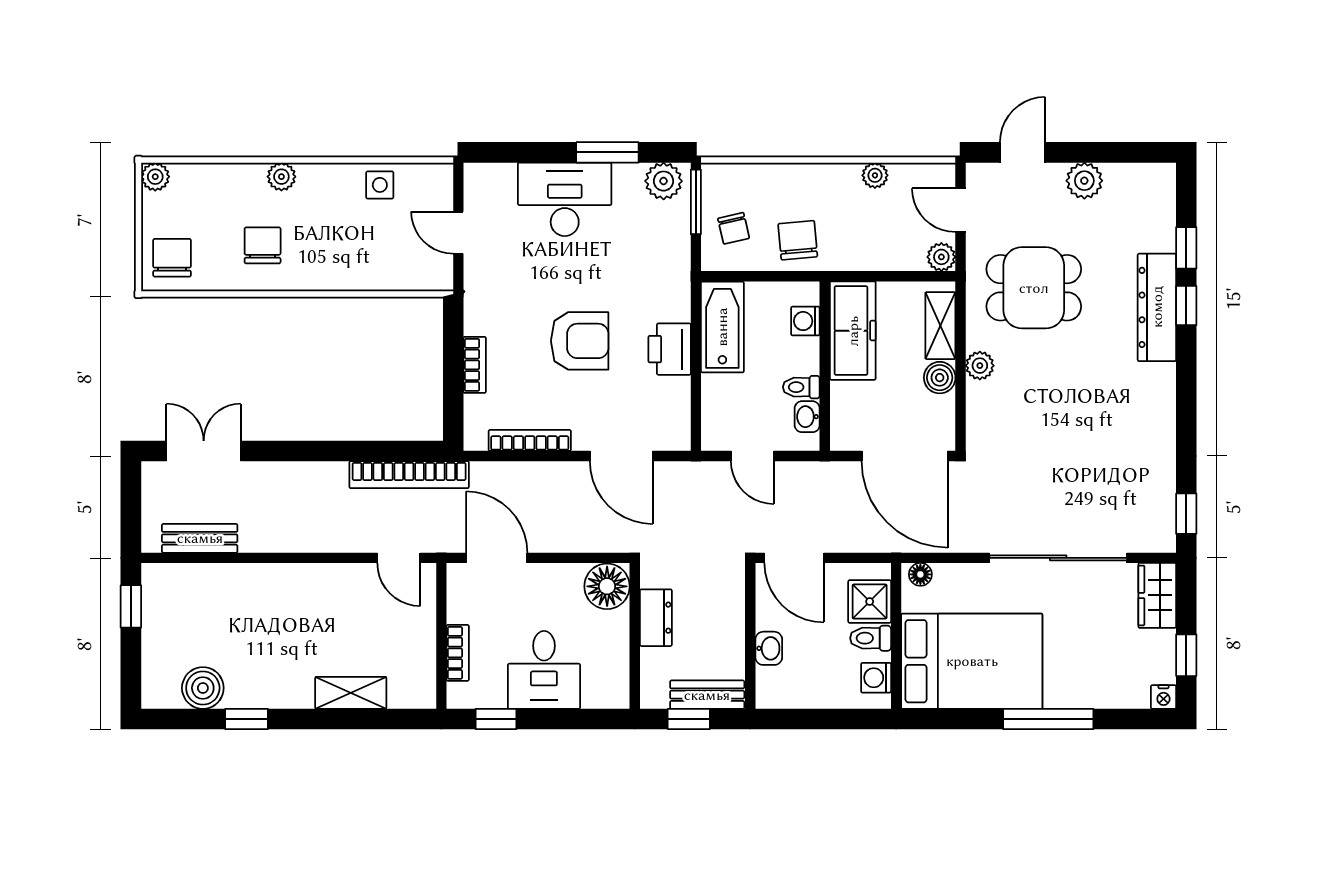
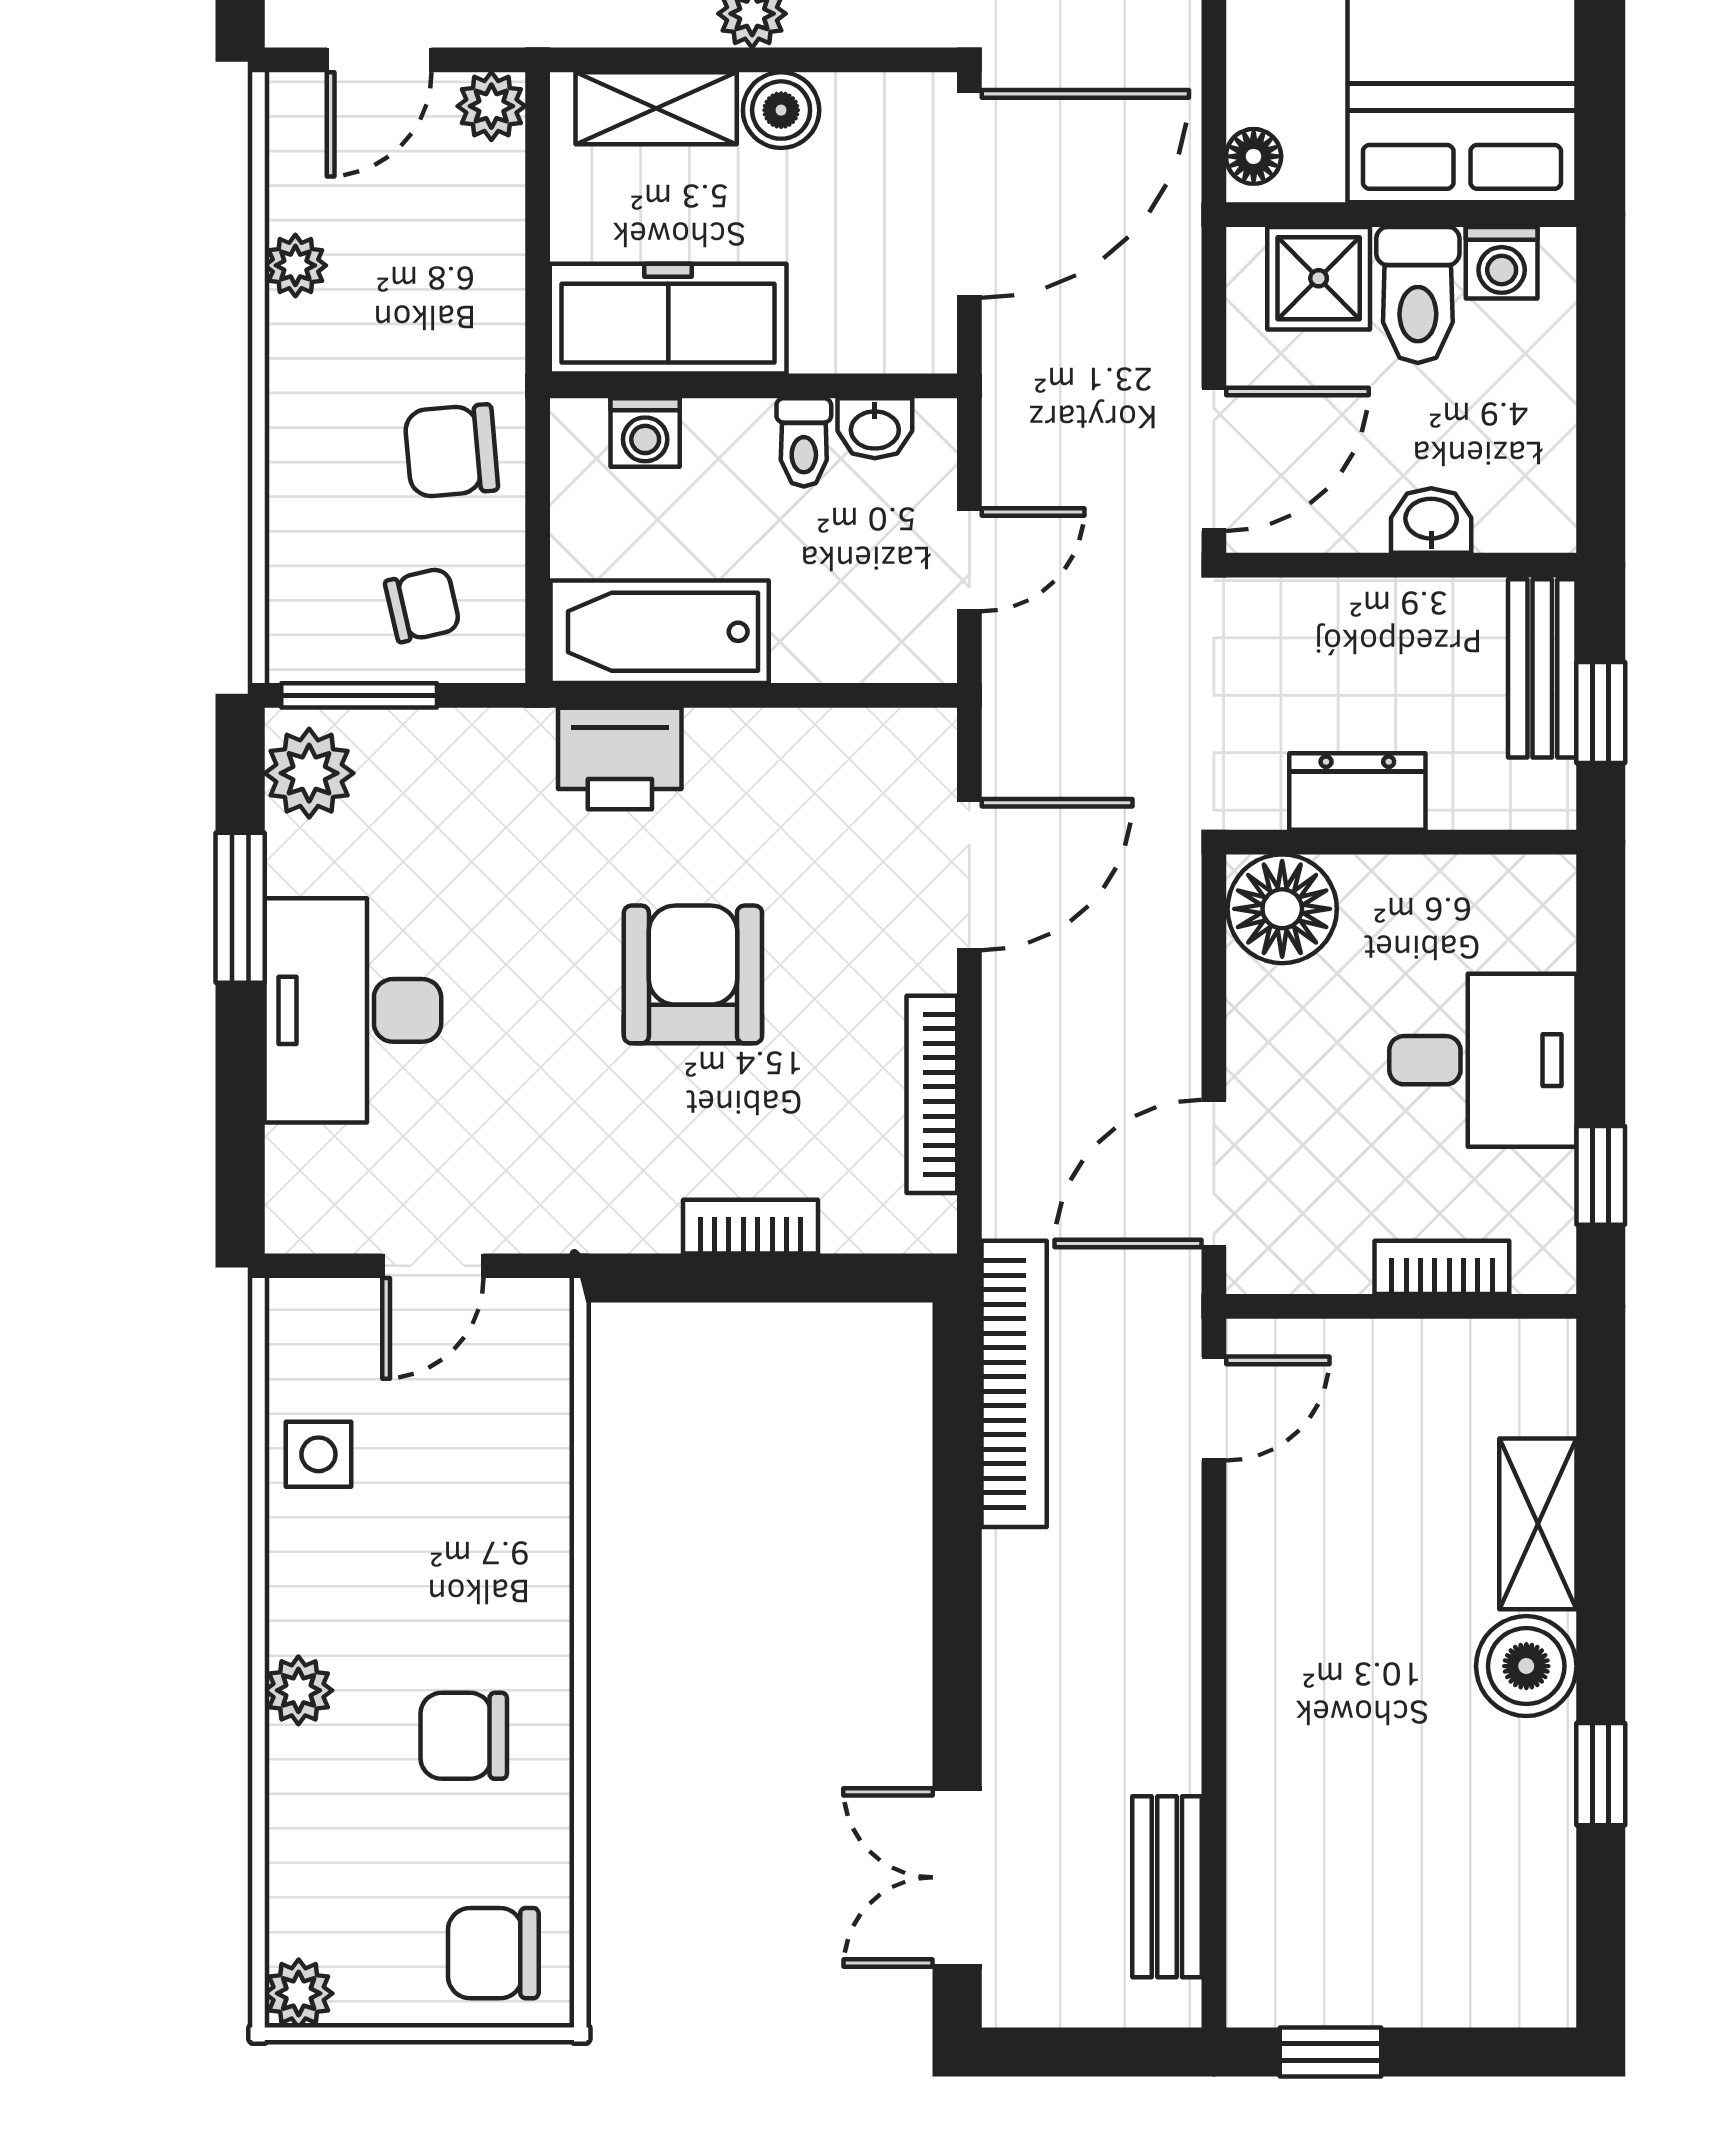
printer: (670, 349) -> (620, 759), moved
toilet: (871, 638) -> (1418, 295), width x1.37, depth x1.39
boiler: (203, 688) -> (1526, 1666), moved

